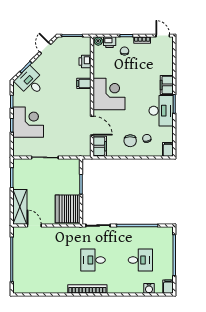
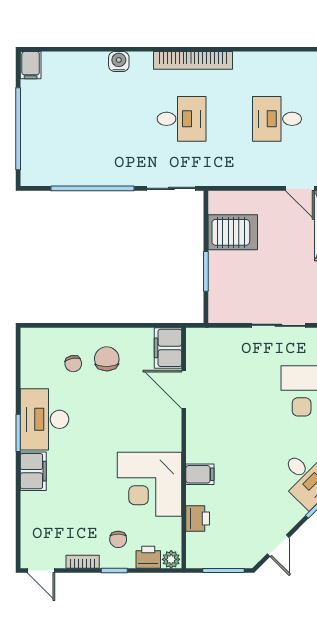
corner desk: (109, 94) -> (149, 484), moved
filing cabinet: (168, 149) -> (31, 342), removed
server rack: (68, 209) -> (233, 232), width x0.62
desk: (140, 260) -> (277, 119), moved
water cooler: (149, 288) -> (119, 62), moved

